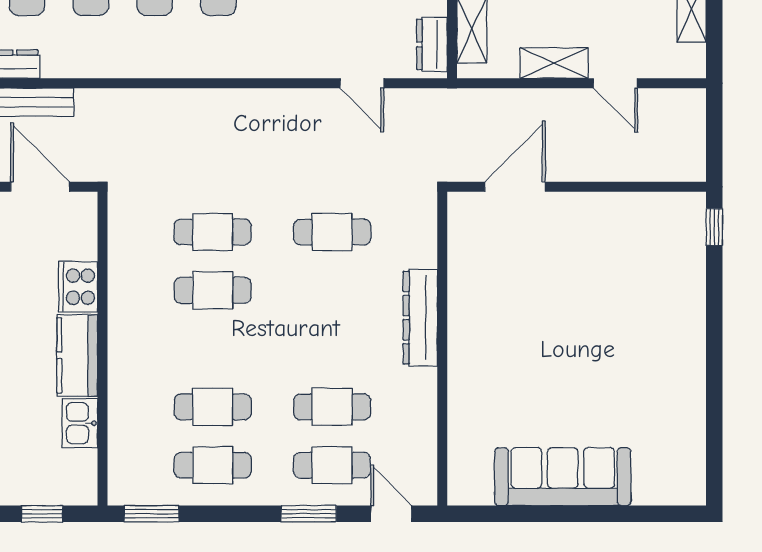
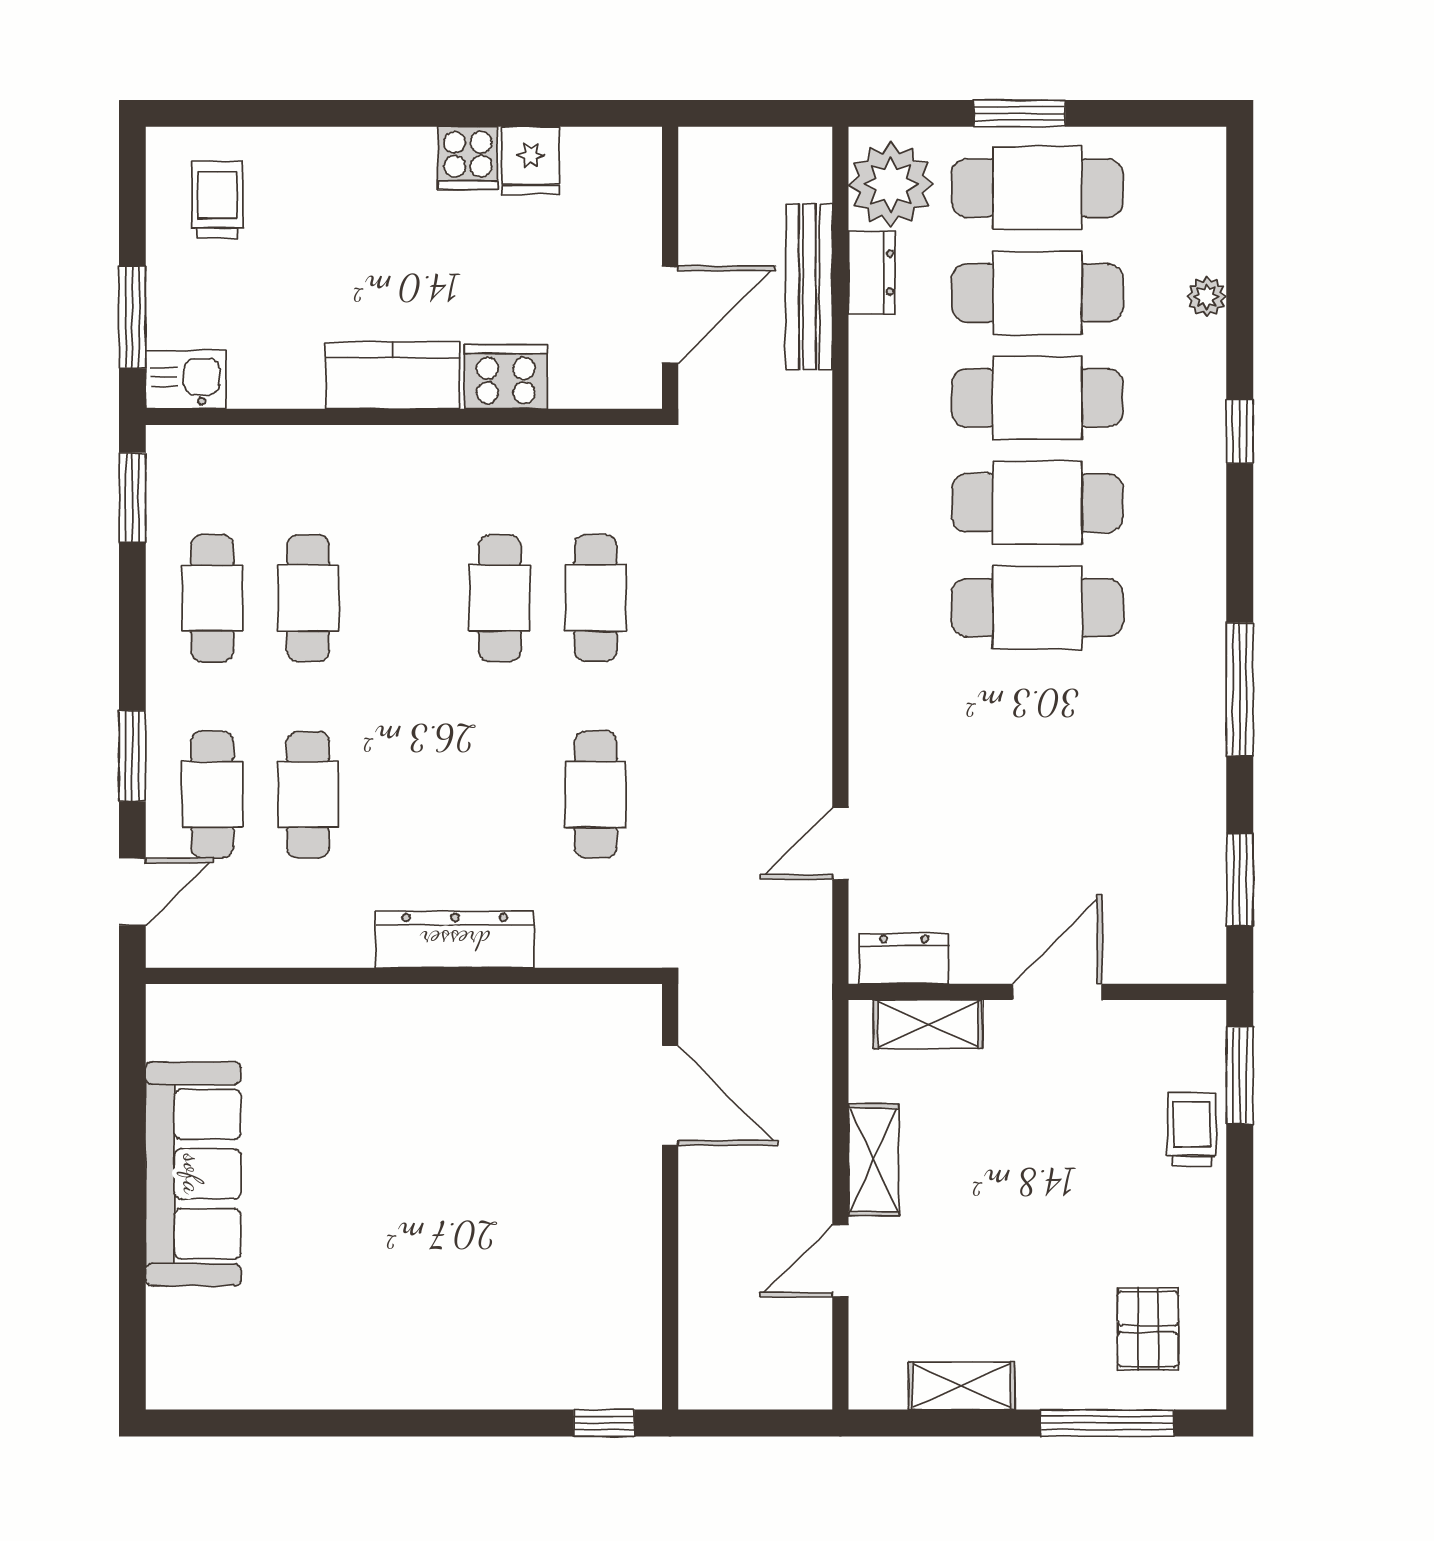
kitchen sink: (80, 423) -> (186, 380), moved
window: (42, 514) -> (132, 317), width x1.50

